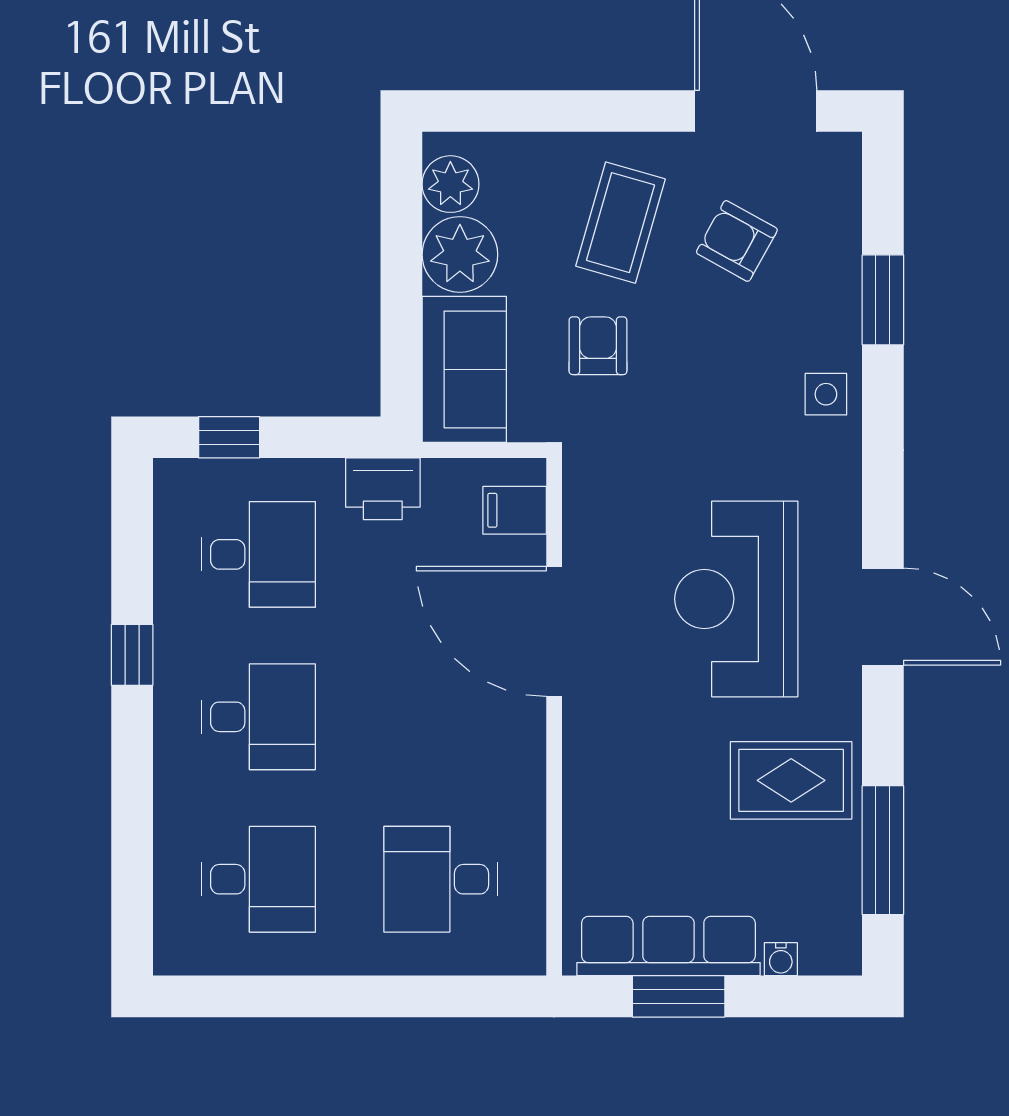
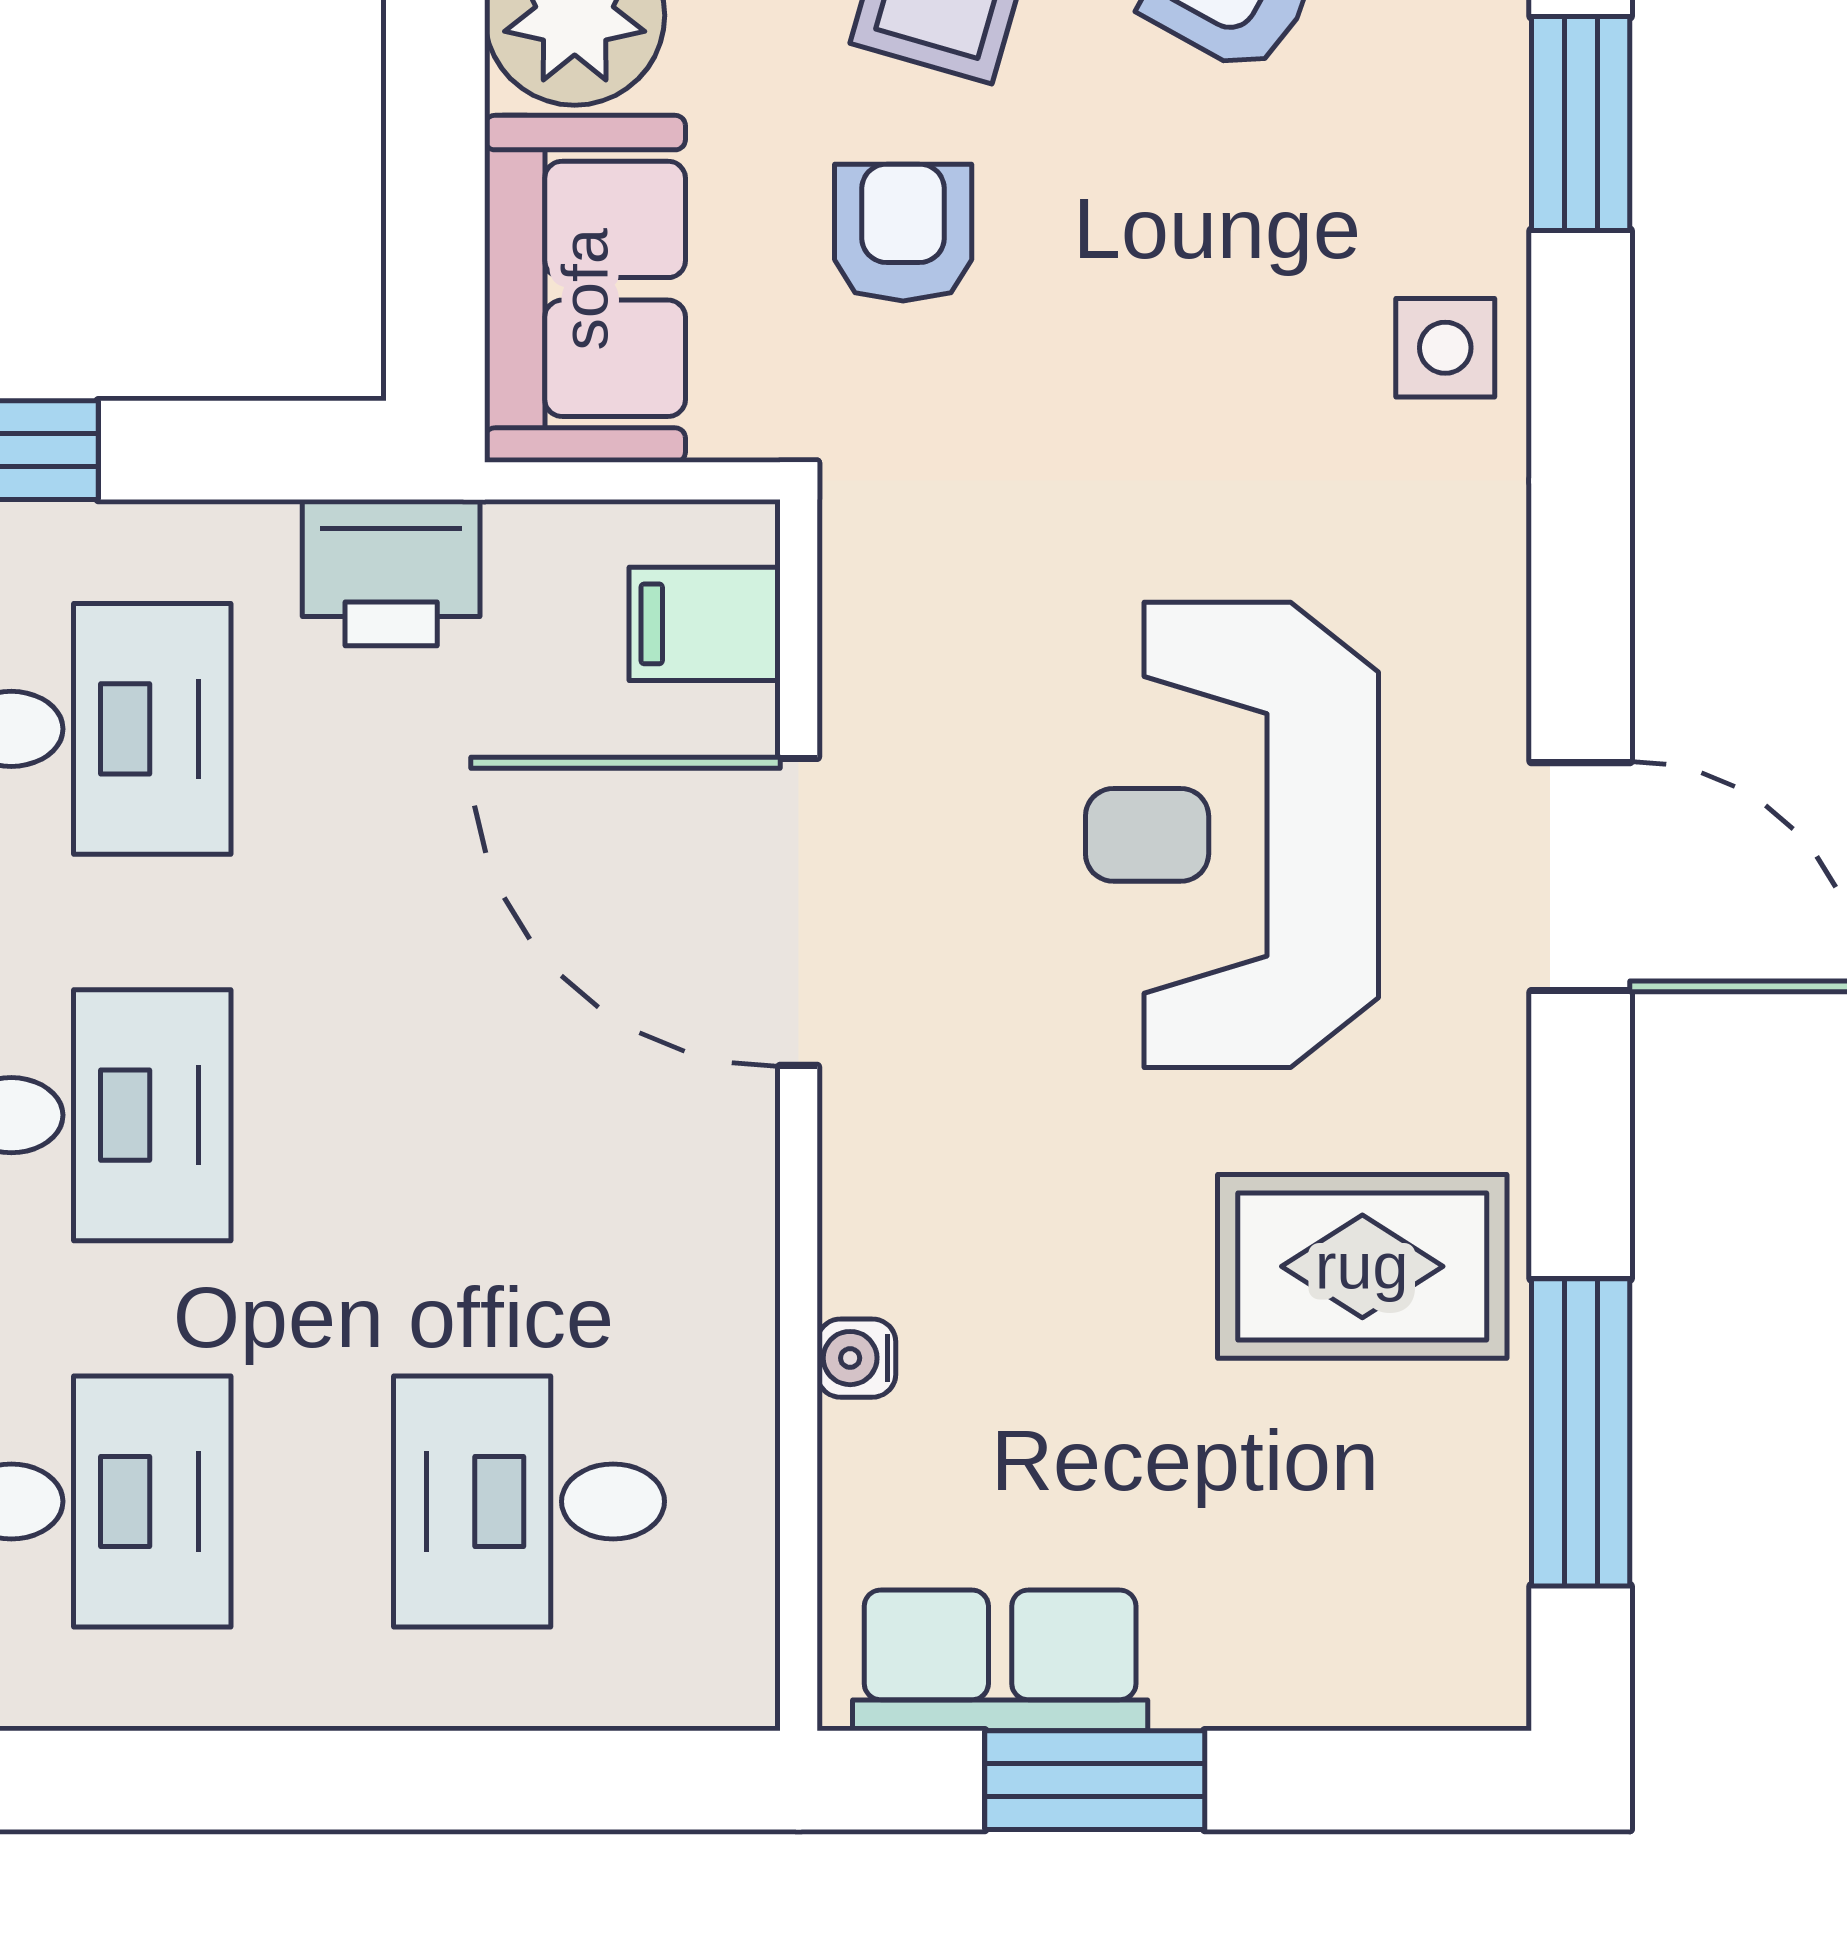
row of seats: (668, 946) -> (1000, 1660), width x0.68
water cooler: (781, 959) -> (856, 1358), moved, turned 90

